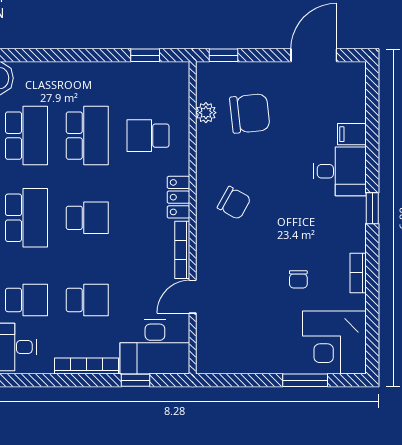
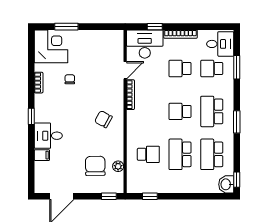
chair: (250, 113) -> (95, 166), turned 95
locker: (178, 197) -> (132, 122), removed

